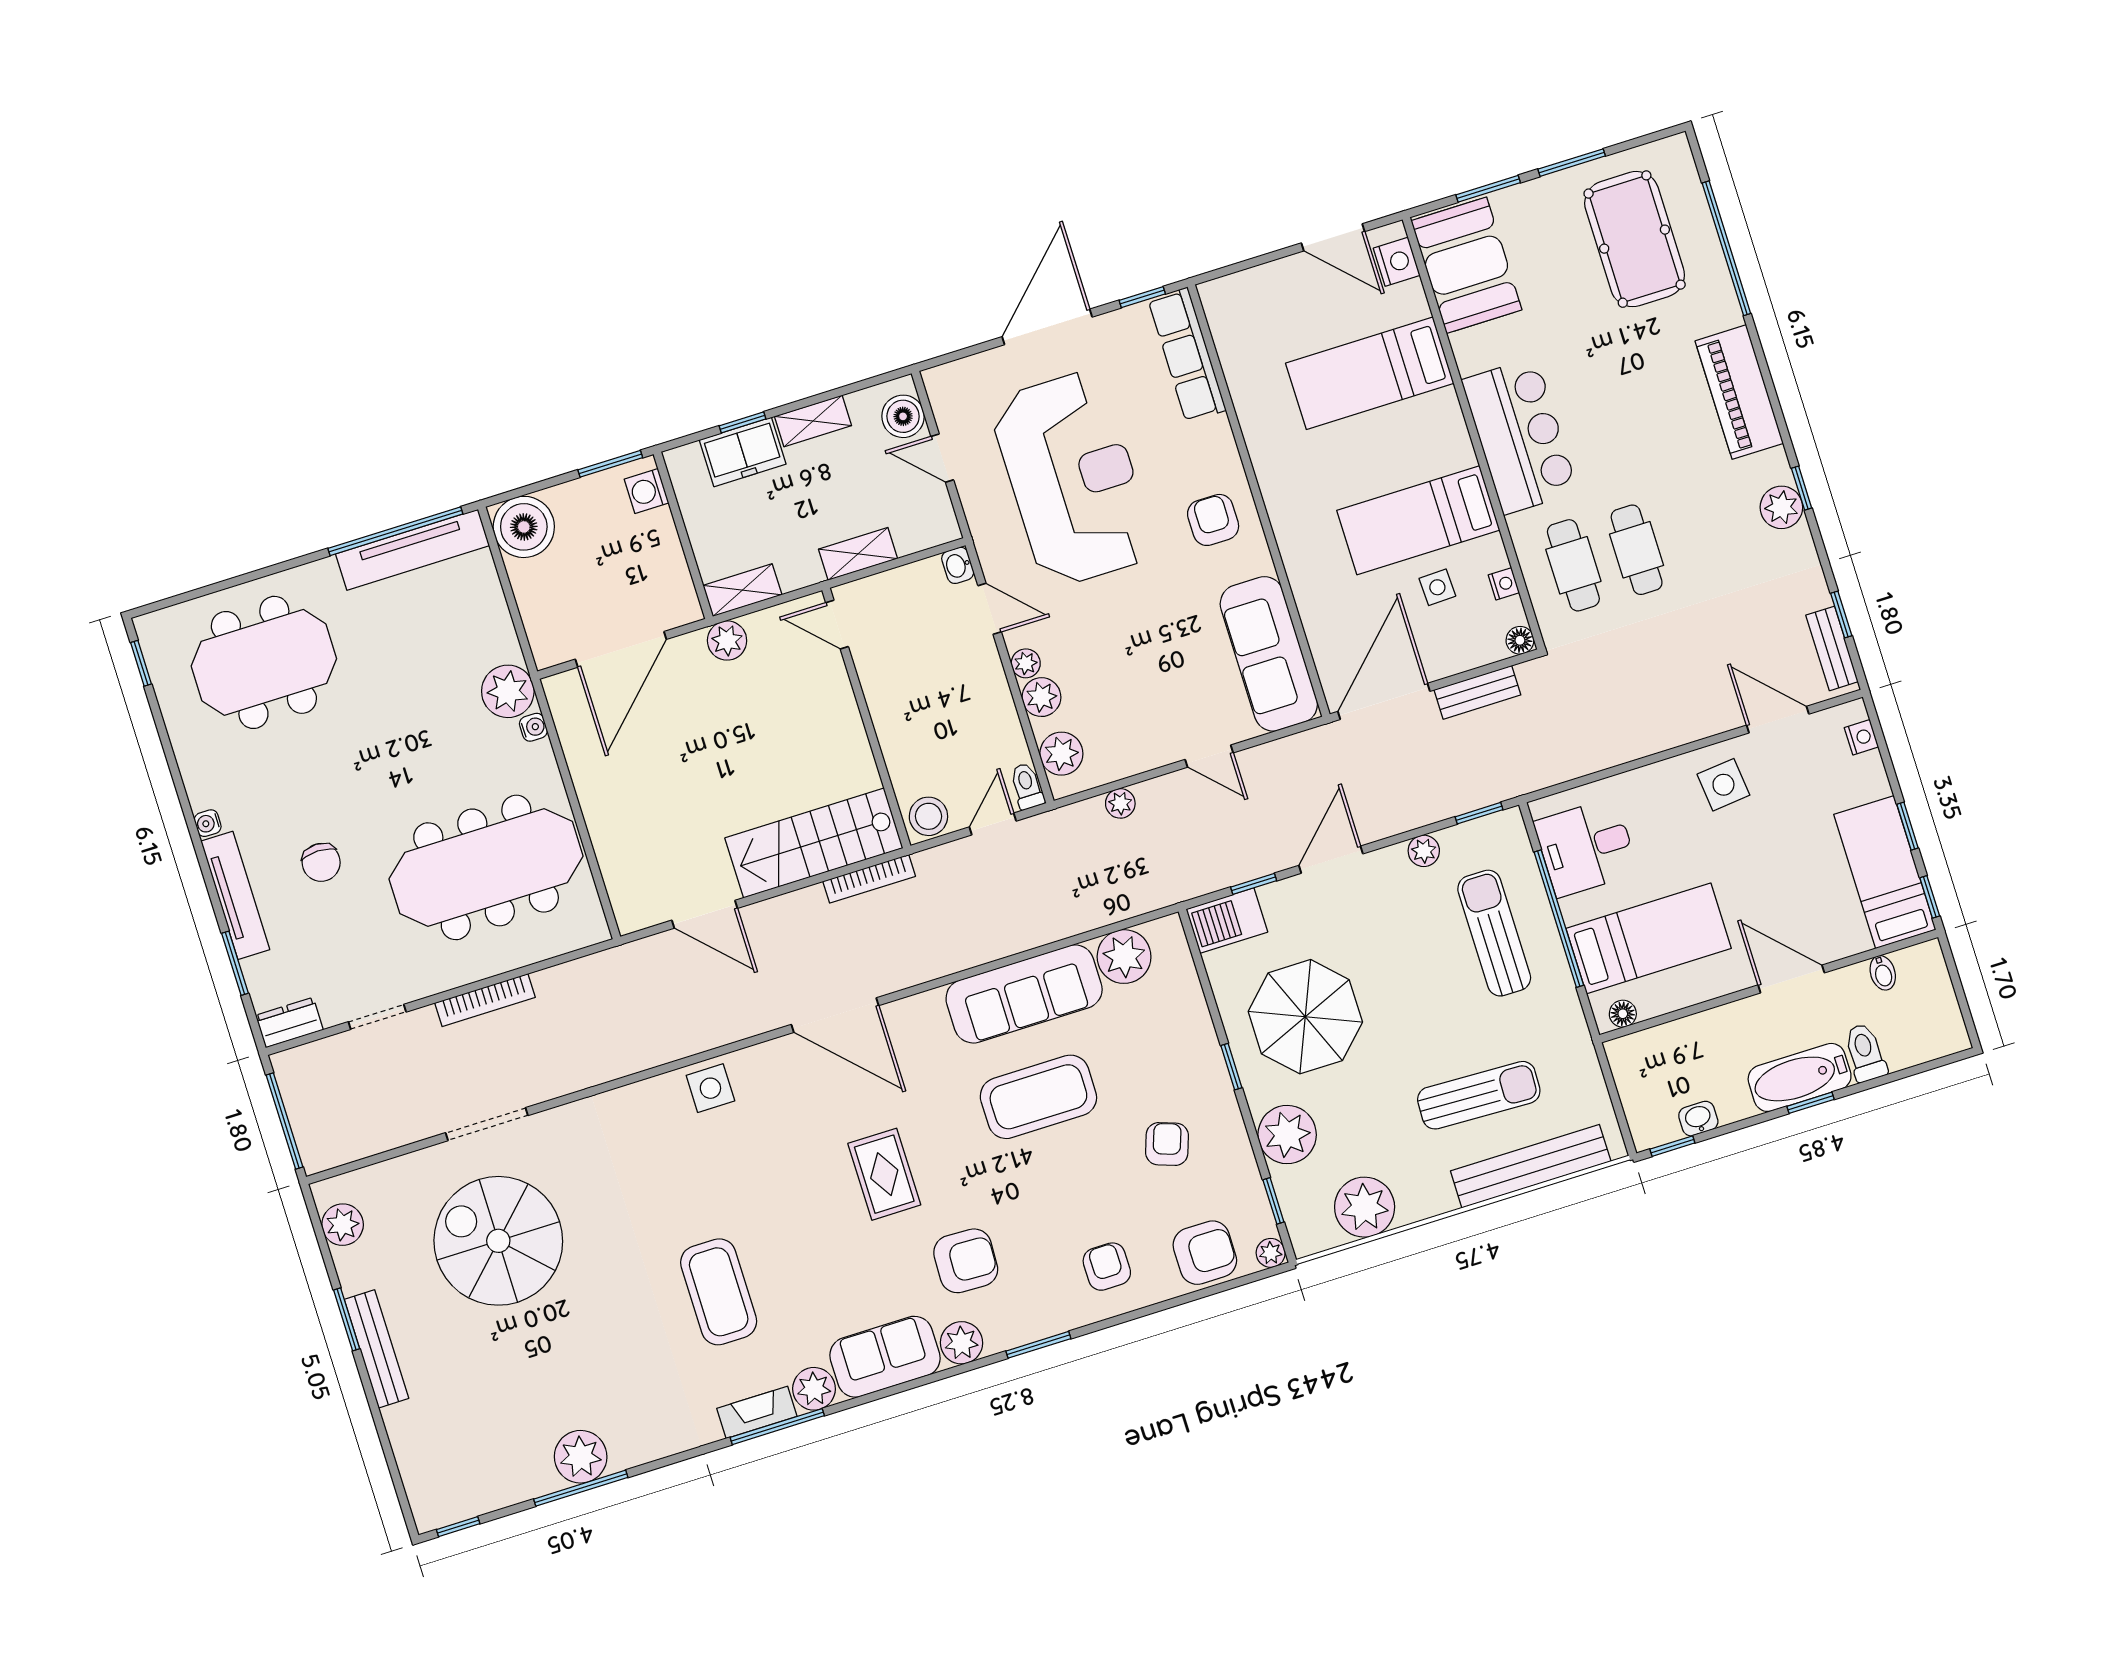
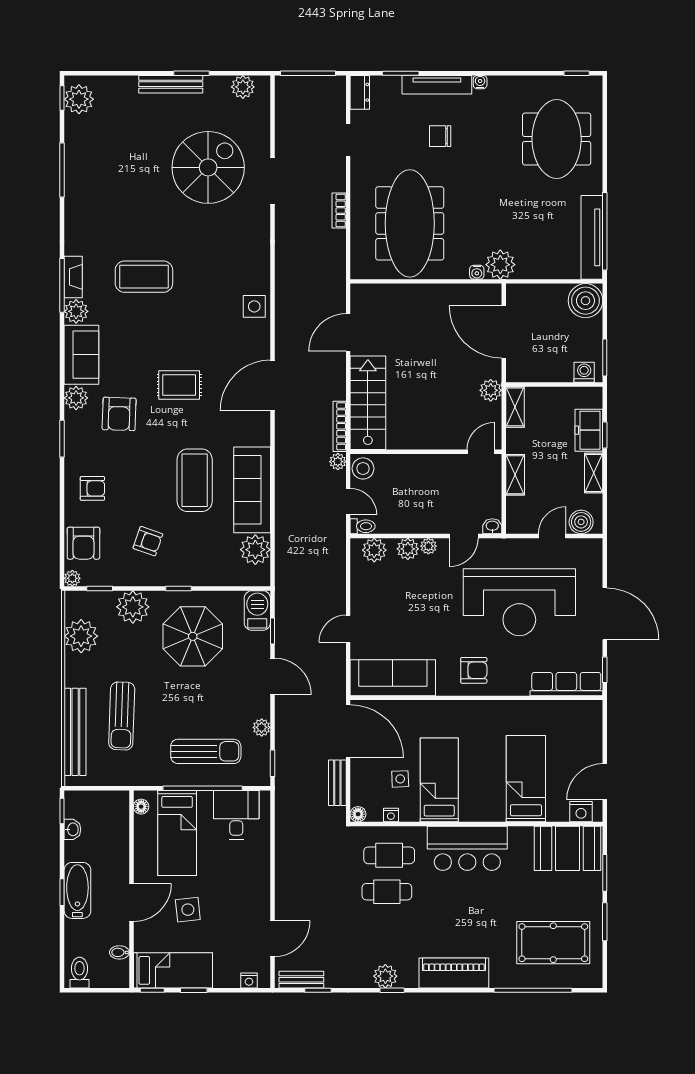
side table: (1723, 785) -> (188, 910), moved
plant: (1120, 803) -> (338, 462), moved
bookcase: (485, 1000) -> (339, 210), width x0.64
toilet: (1865, 1053) -> (80, 973), moved, turned -90
plant: (581, 1457) -> (79, 99), moved

